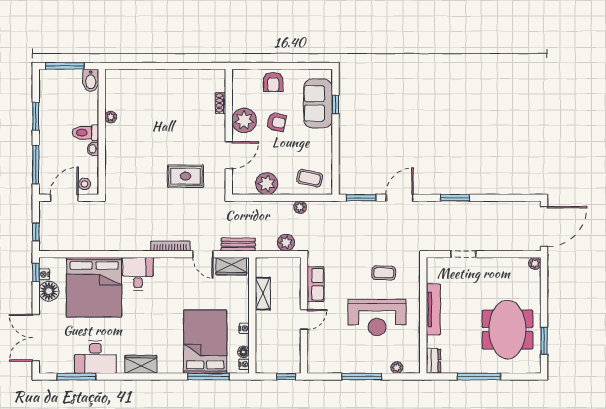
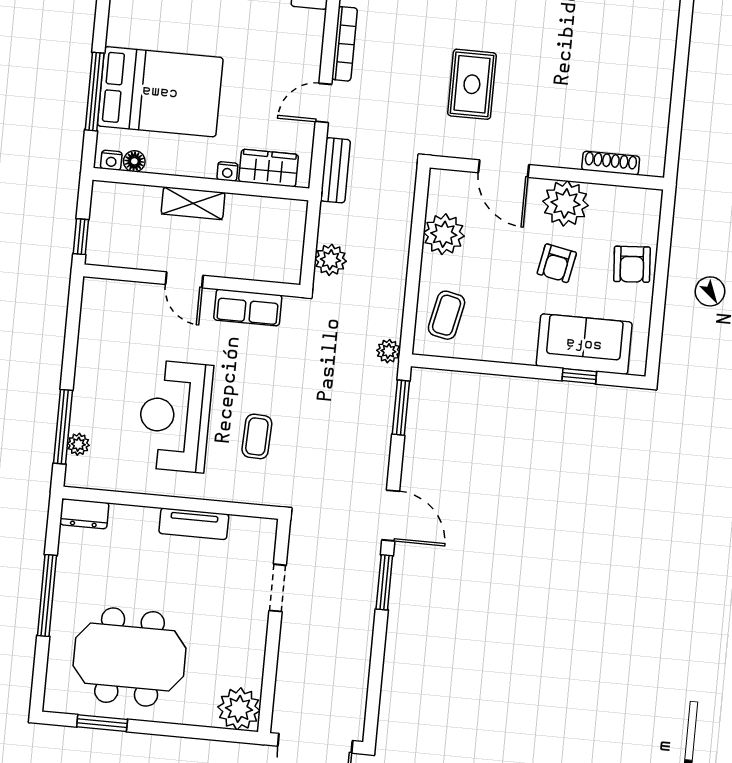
armchair: (273, 82) -> (632, 264), turned -94
shoe rack: (220, 103) -> (611, 163), width x1.43
door: (400, 198) -> (391, 516), moved
plant: (300, 207) -> (388, 351), moved
plant: (535, 263) -> (239, 709), width x1.88, depth x1.88
wardrobe: (231, 266) -> (269, 168), moved, turned 90
shelving: (263, 294) -> (193, 203), moved
tv unit: (433, 309) -> (194, 524), width x0.71
nightstand: (244, 328) -> (227, 171), moved
window: (362, 377) -> (63, 427), moved

